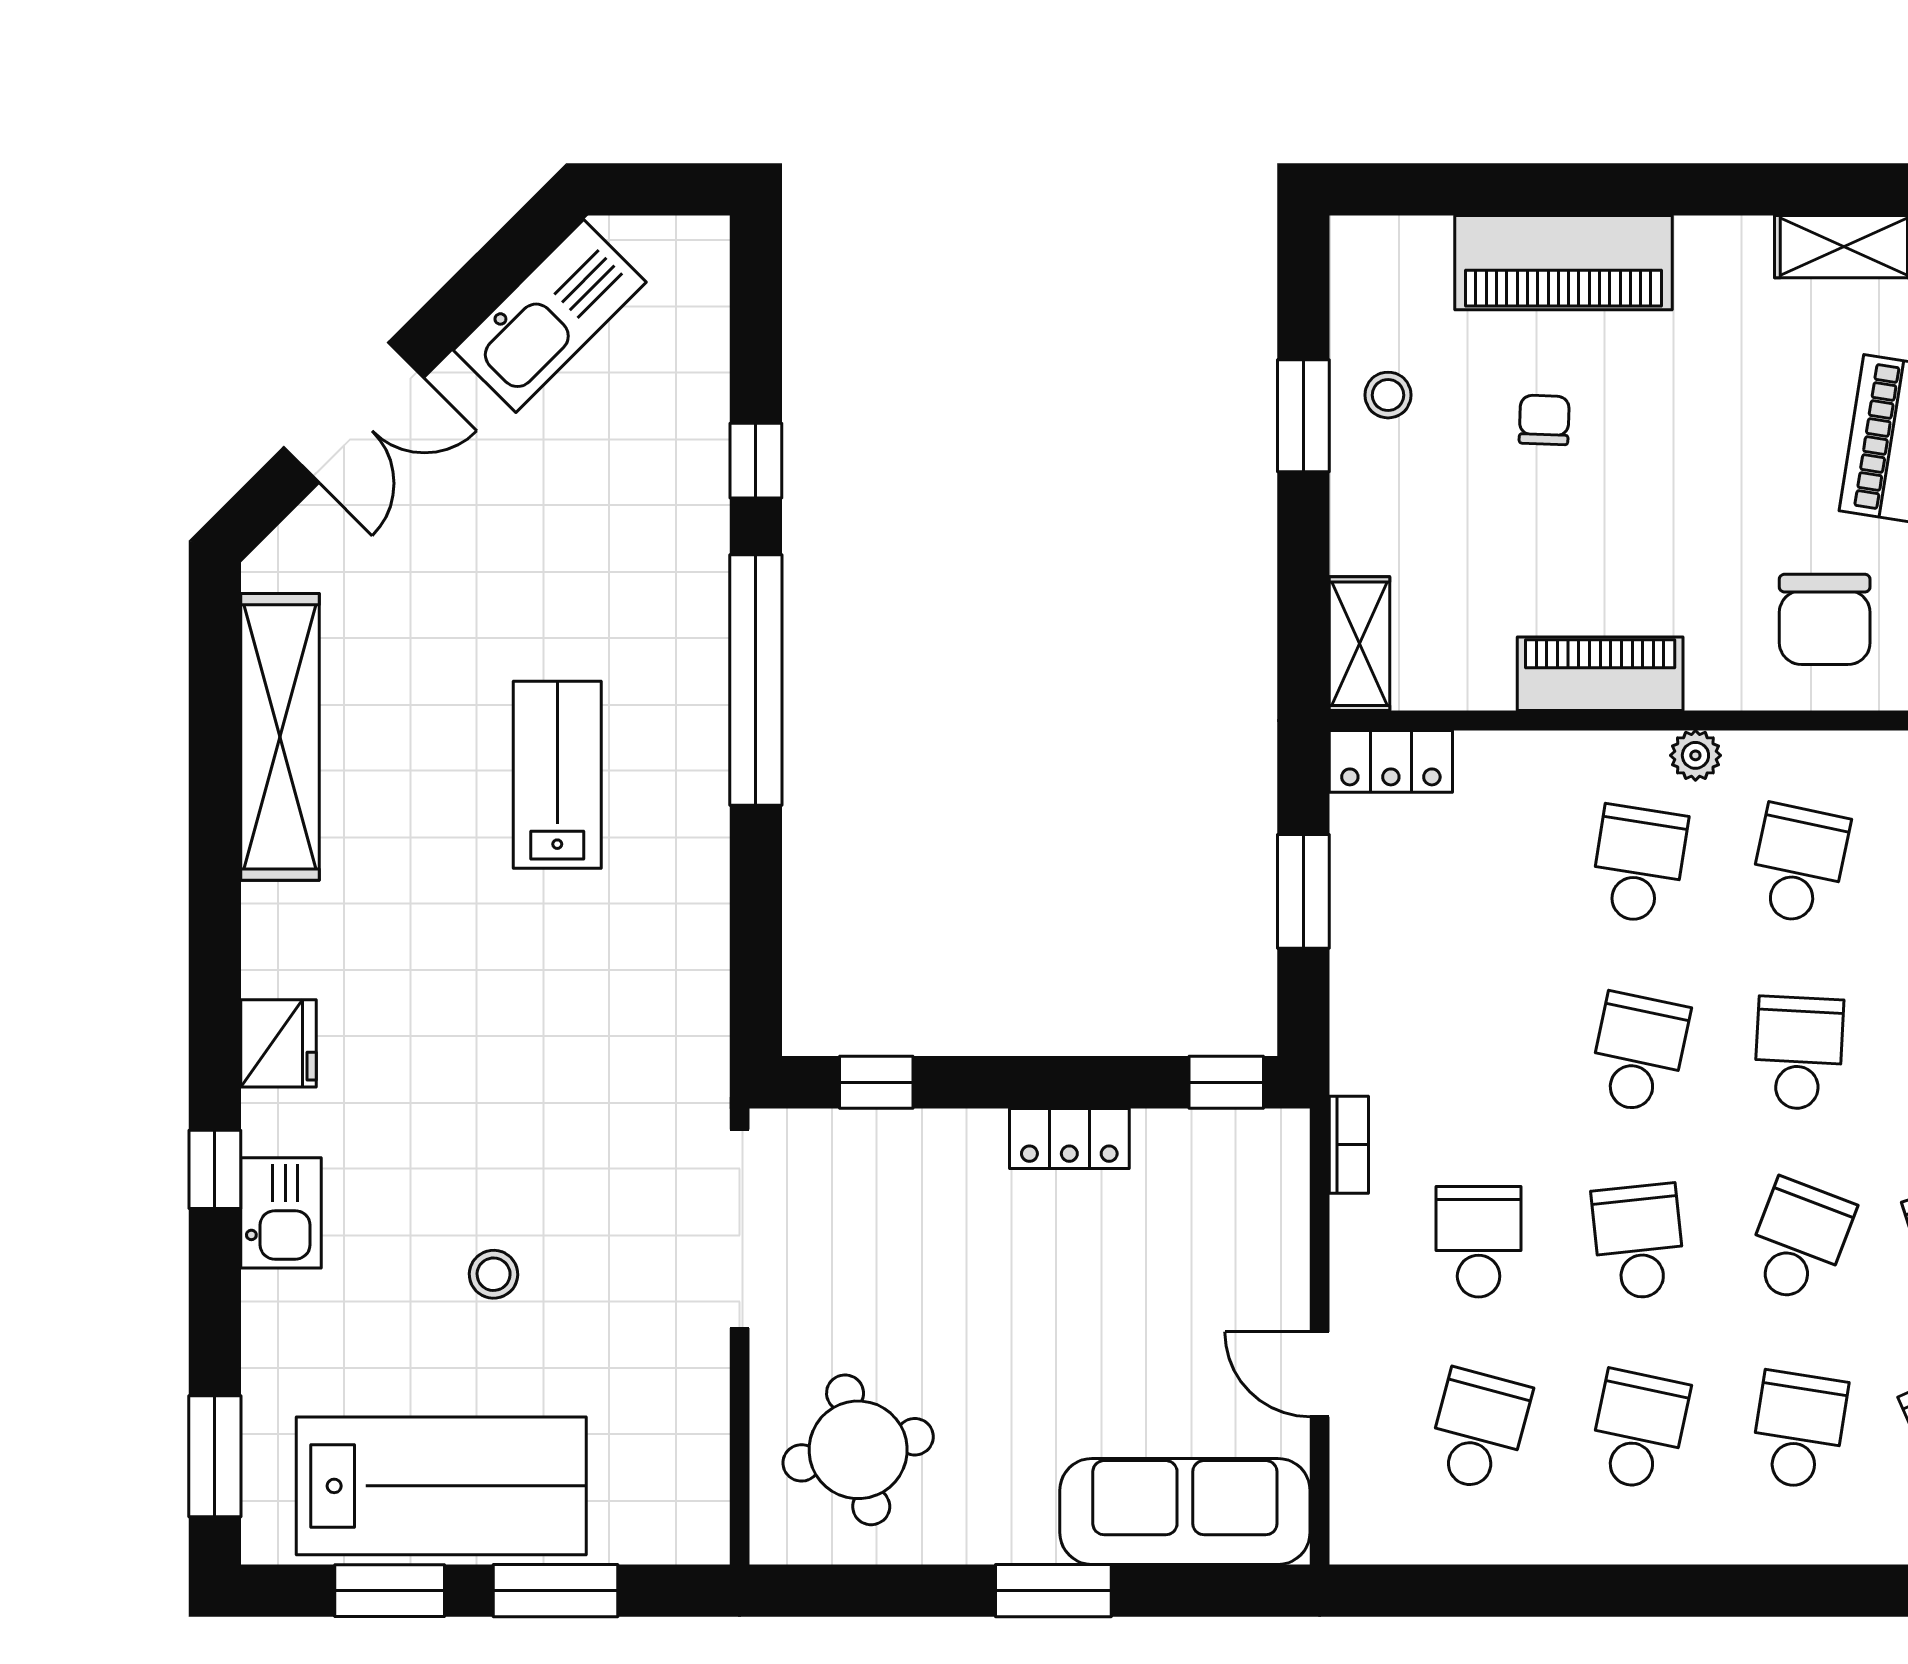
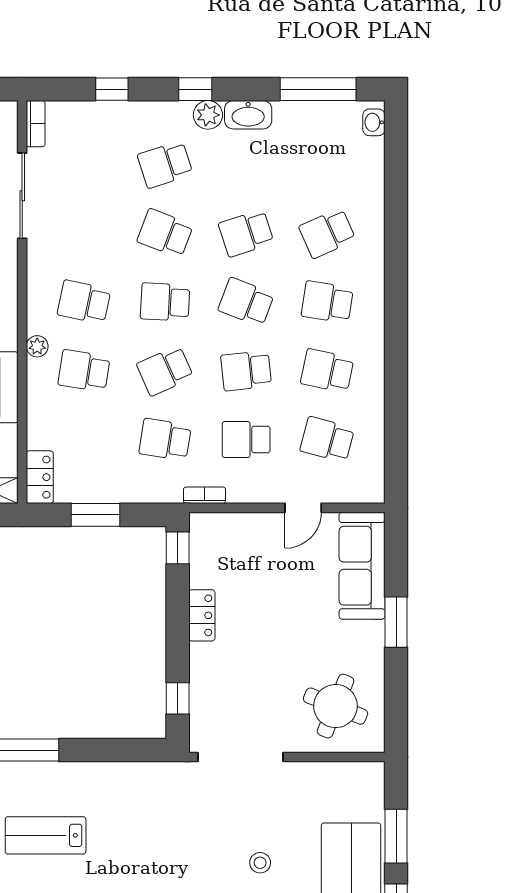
school desk: (1479, 1053) -> (165, 440), added
school desk: (1639, 1053) -> (165, 371), turned -36
round table: (858, 1450) -> (336, 706), turned 35

